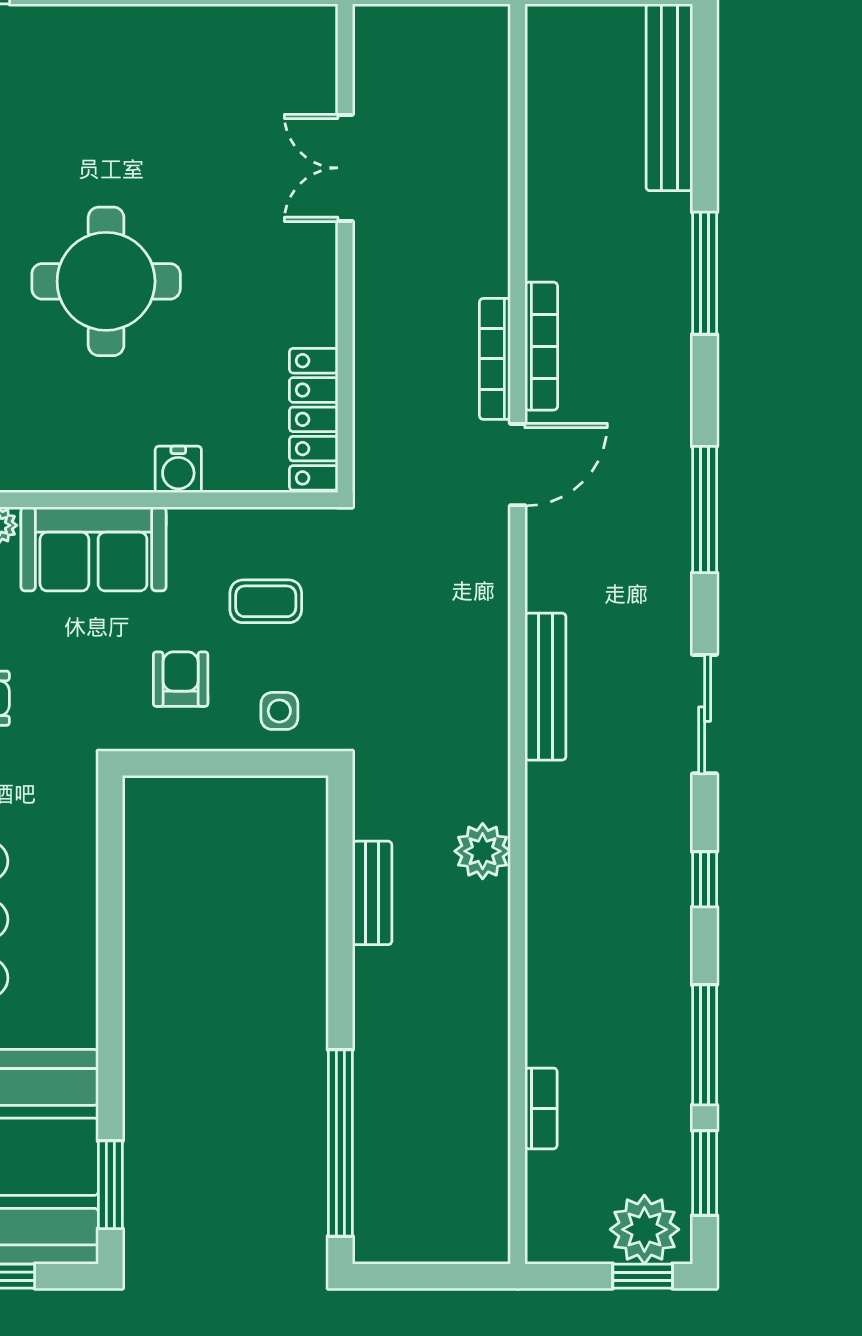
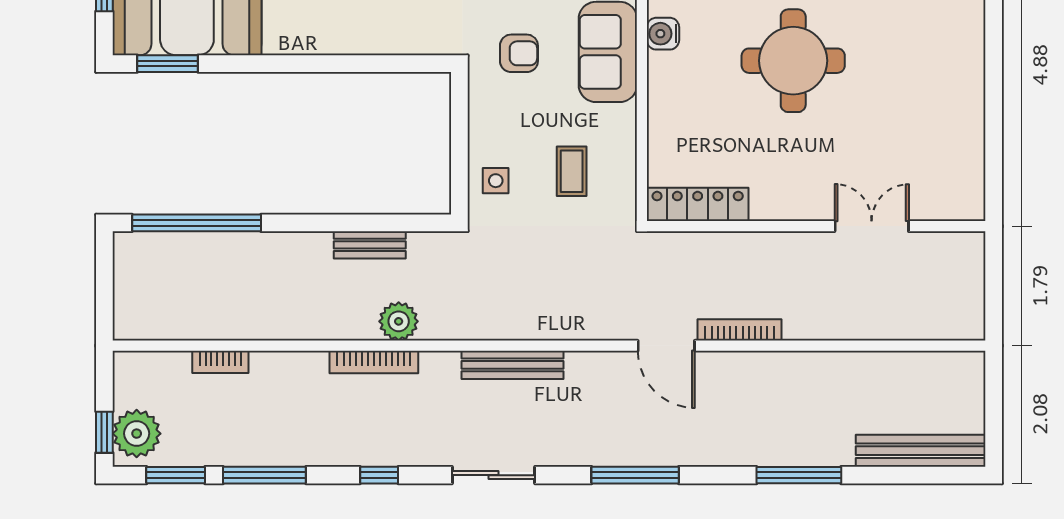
bookcase: (541, 346) -> (374, 362), moved
water cooler: (178, 469) -> (663, 34), moved
armchair: (181, 679) -> (519, 53), moved

